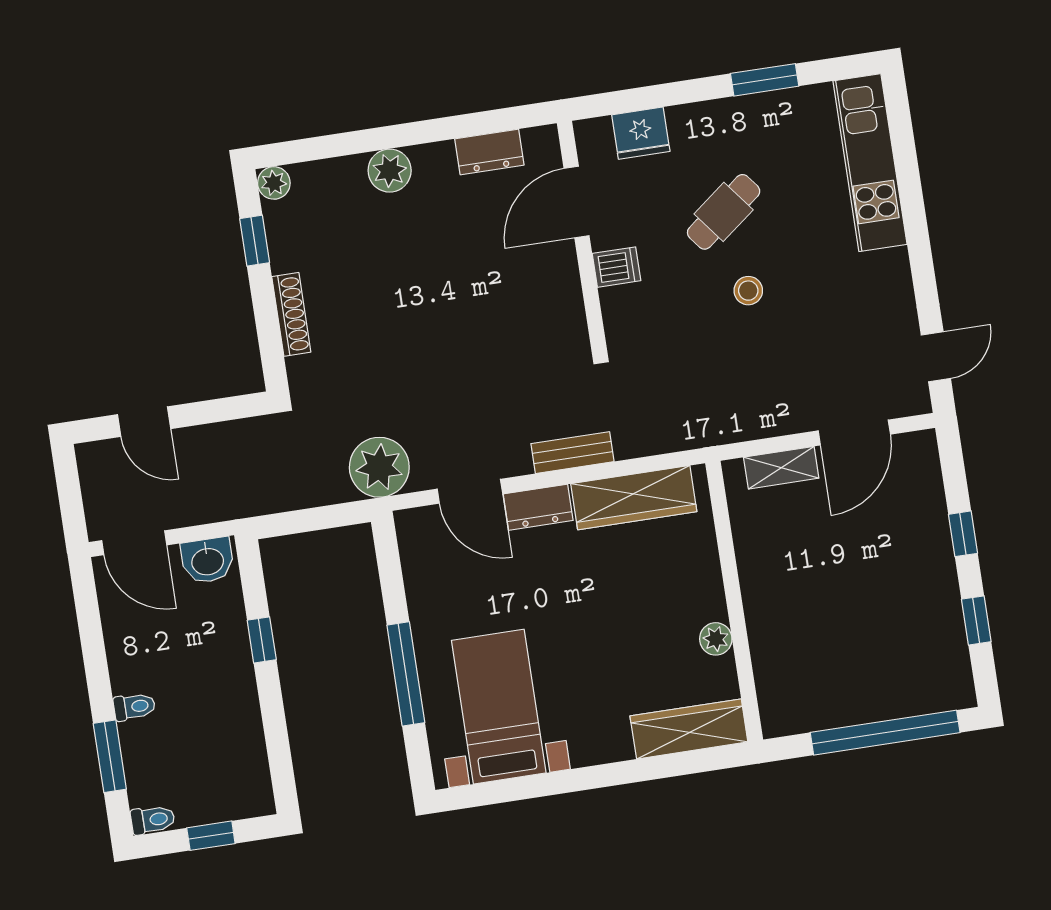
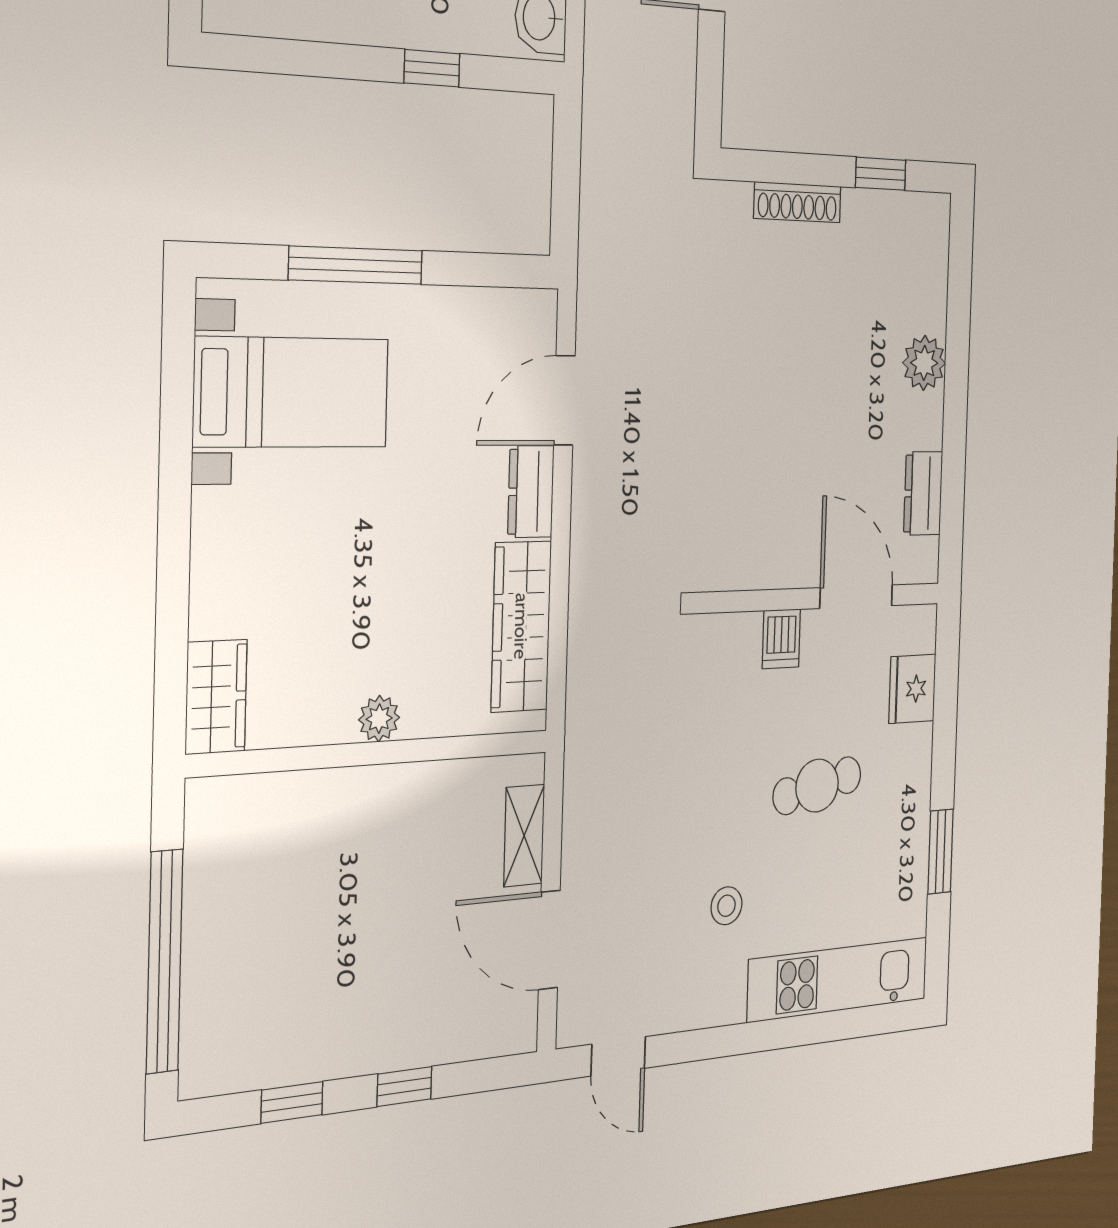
plant: (274, 183) -> (934, 213), removed
cafe table: (724, 212) -> (817, 786), turned -64
stool: (748, 291) -> (727, 906), moved
bench: (572, 453) -> (587, 549), removed
plant: (379, 467) -> (612, 281), removed
plant: (716, 639) -> (379, 719), moved
wardrobe: (689, 729) -> (216, 697), width x0.67

